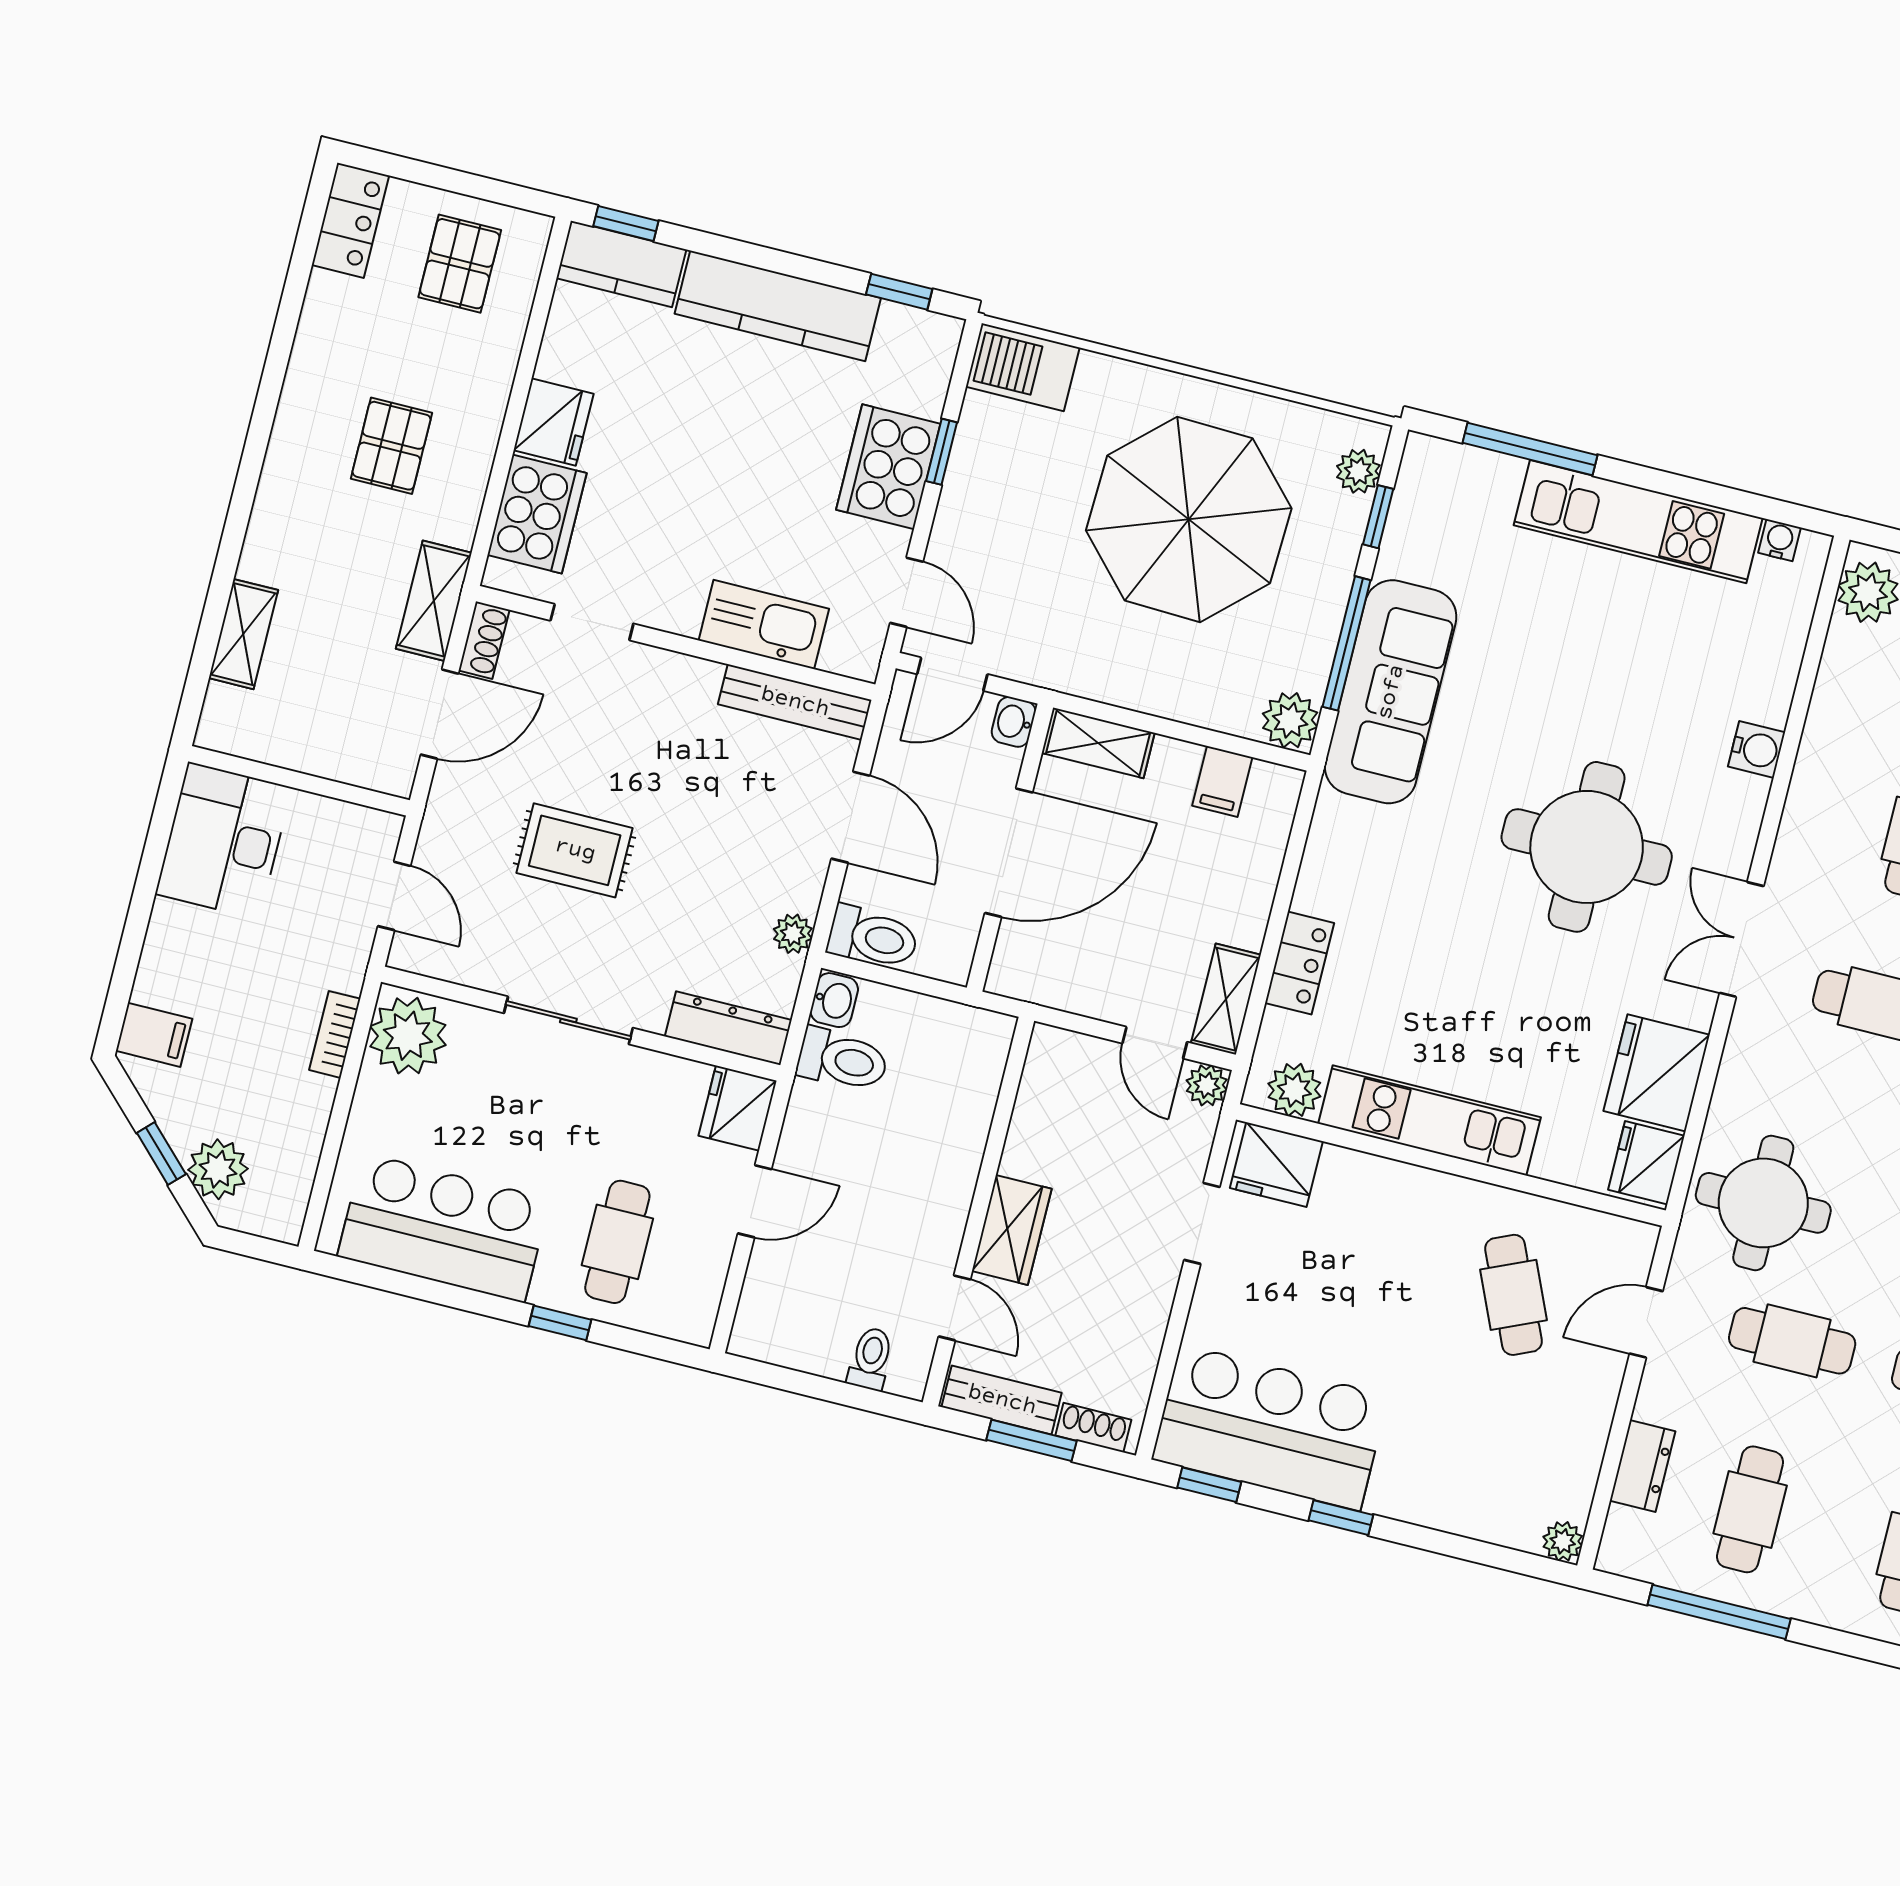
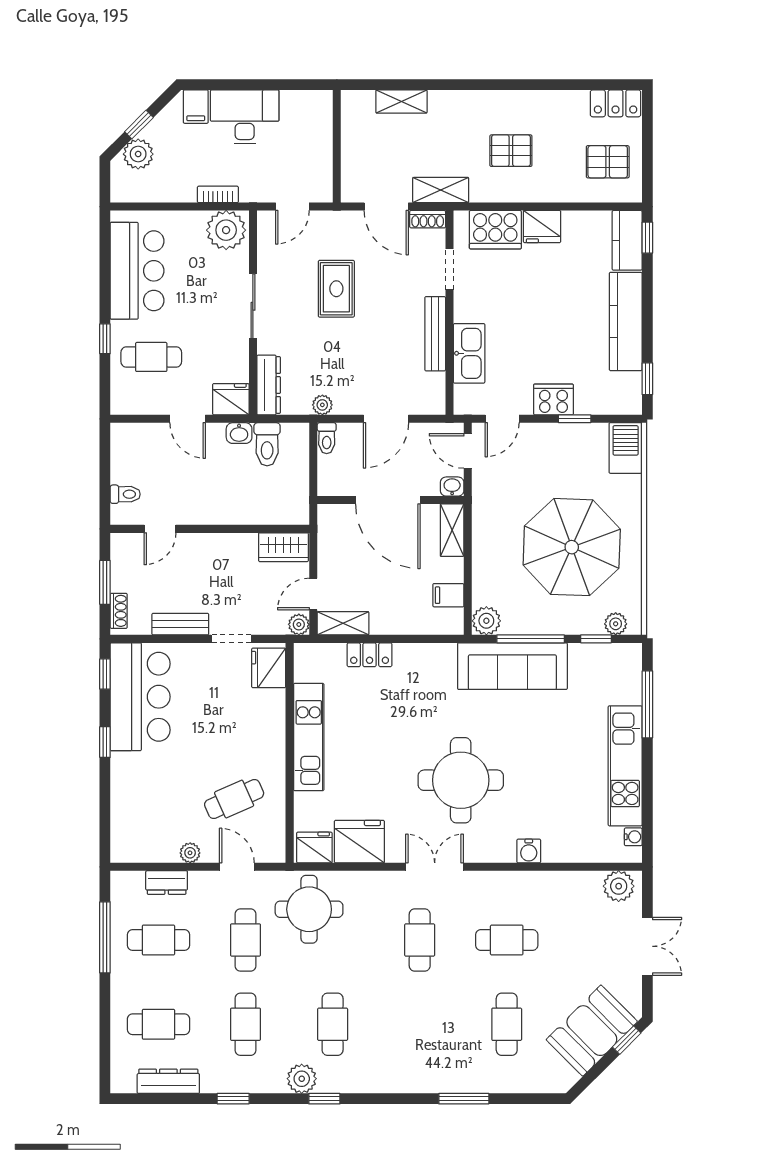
cooker: (888, 467) -> (553, 399), width x0.73, depth x0.76
bench: (795, 702) -> (435, 334), moved
desk: (224, 841) -> (245, 117), moved
toilet: (873, 937) -> (327, 438), width x0.73, depth x0.72
washbasin: (834, 1000) -> (239, 433), moved
plant: (1294, 1090) -> (307, 668), removed
wardrobe: (1012, 1230) -> (283, 547), moved
bench: (1002, 1400) -> (180, 624), moved, turned 90
plant: (1563, 1541) -> (190, 853), moved

